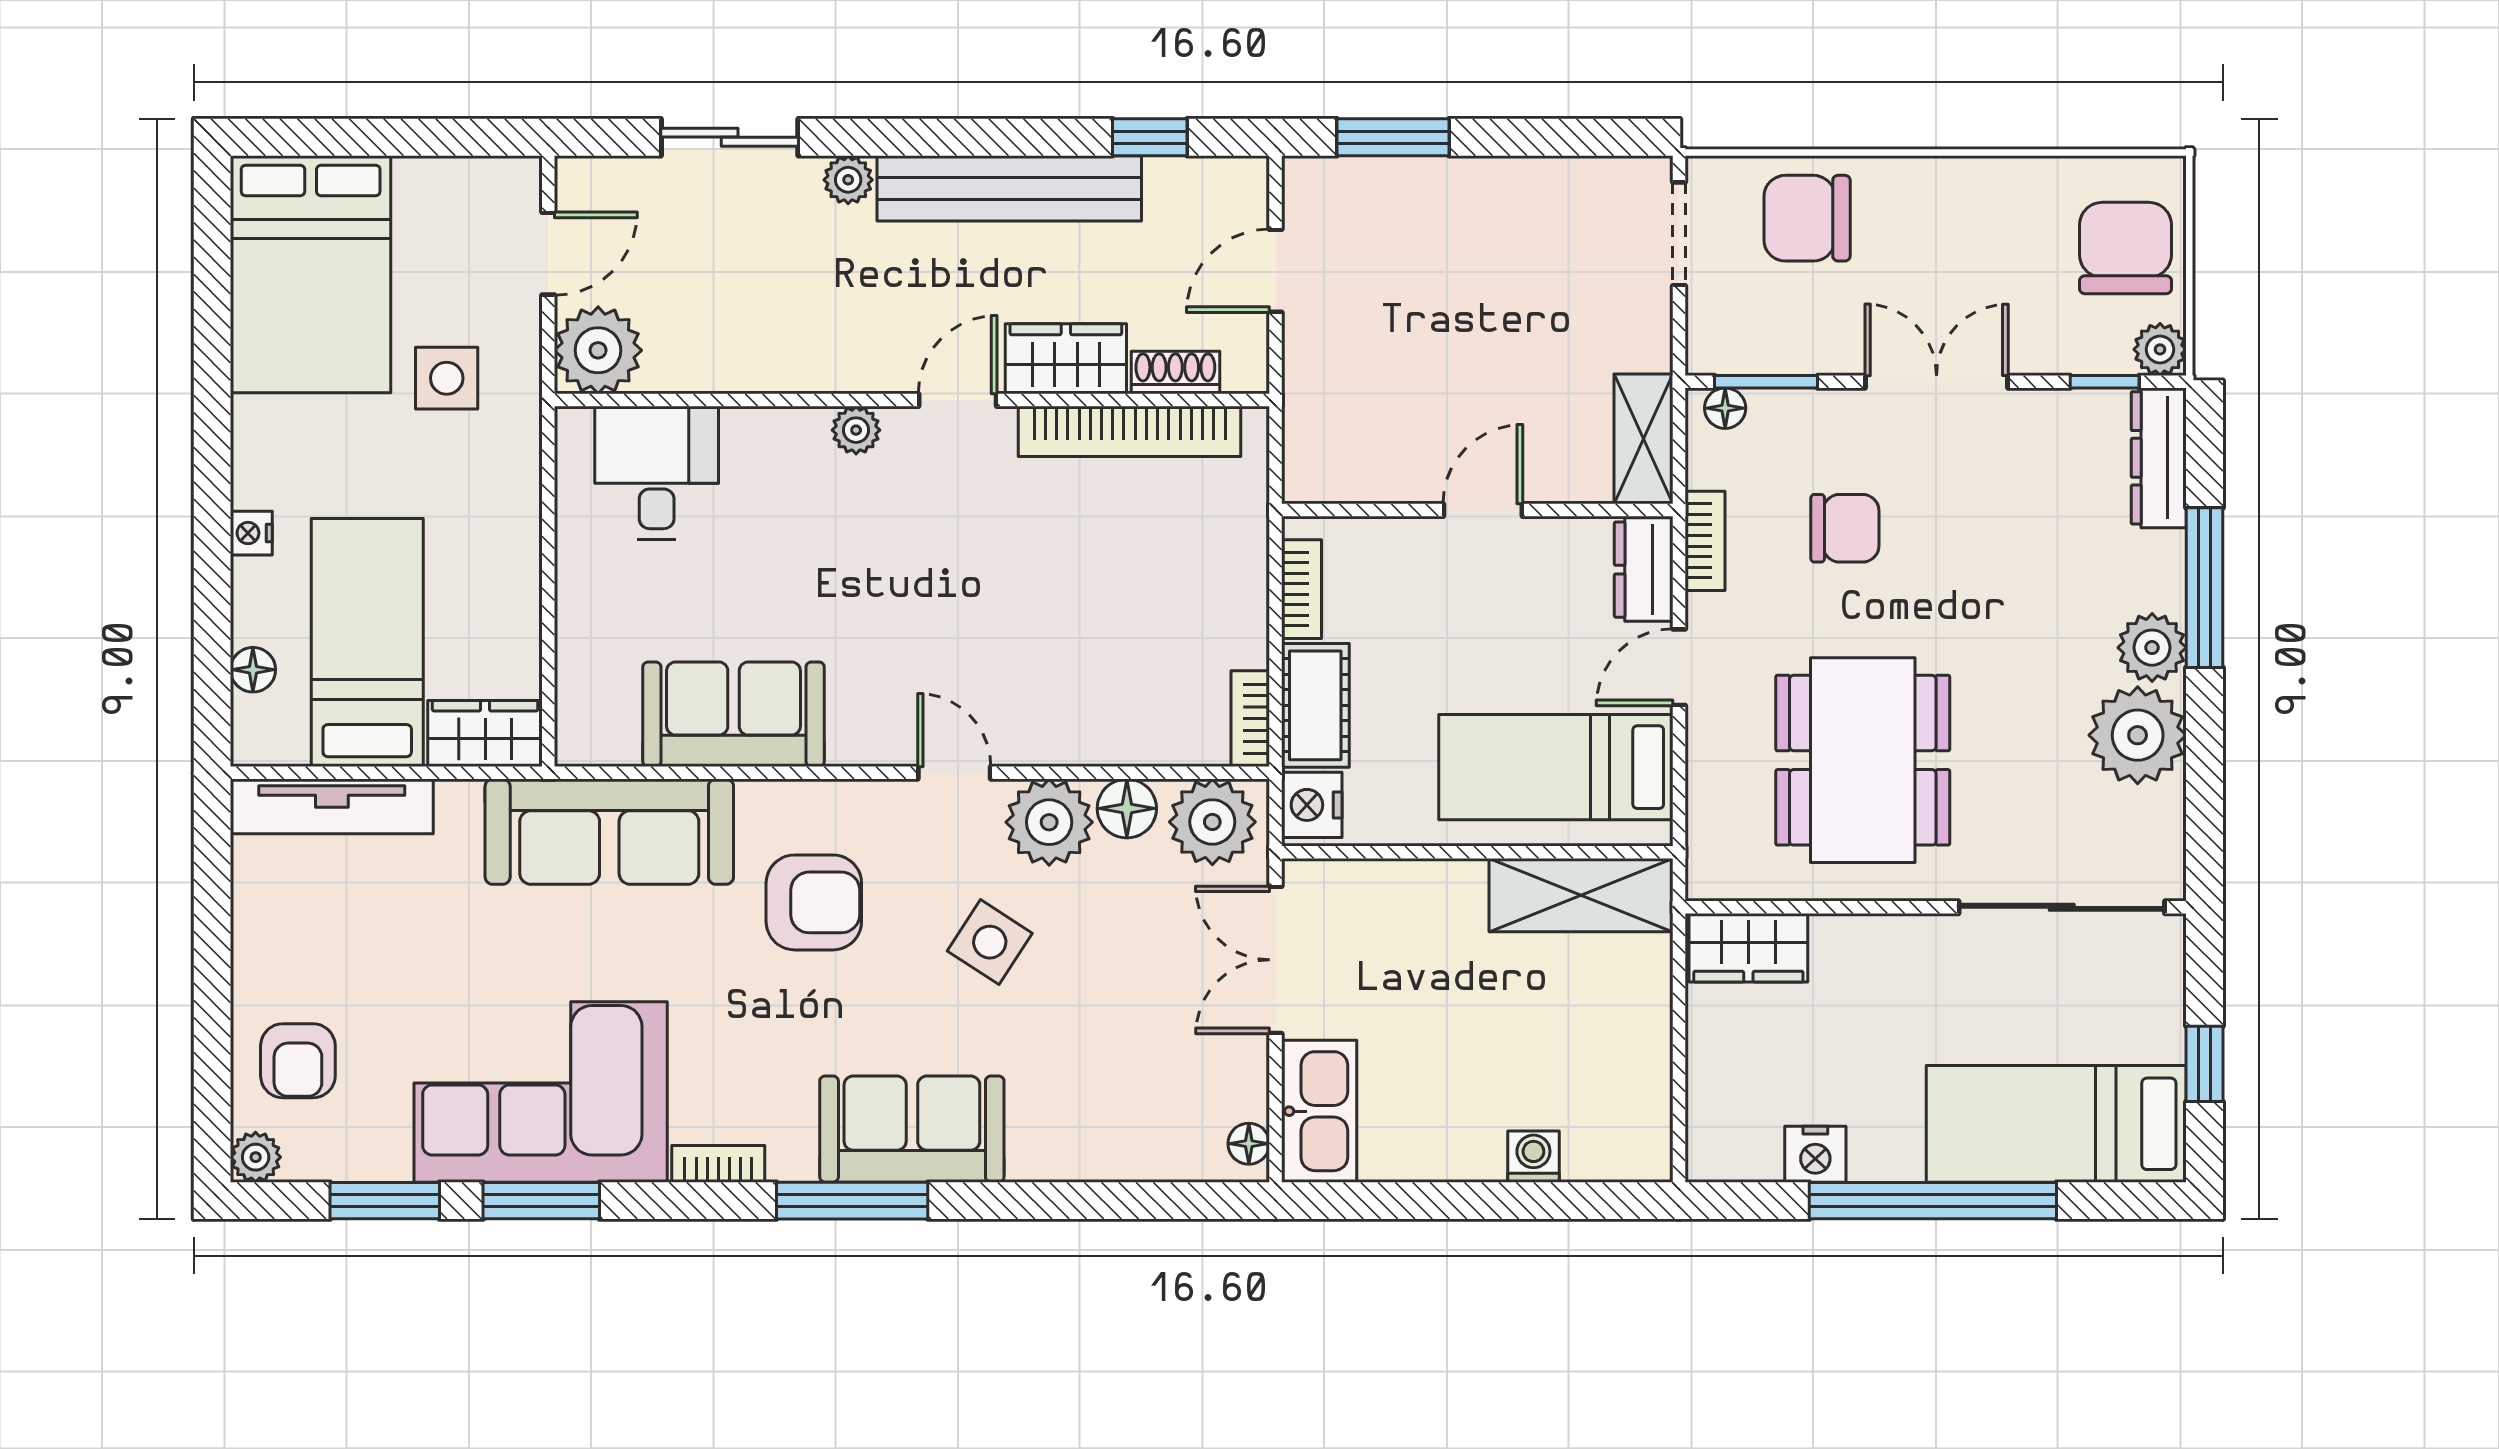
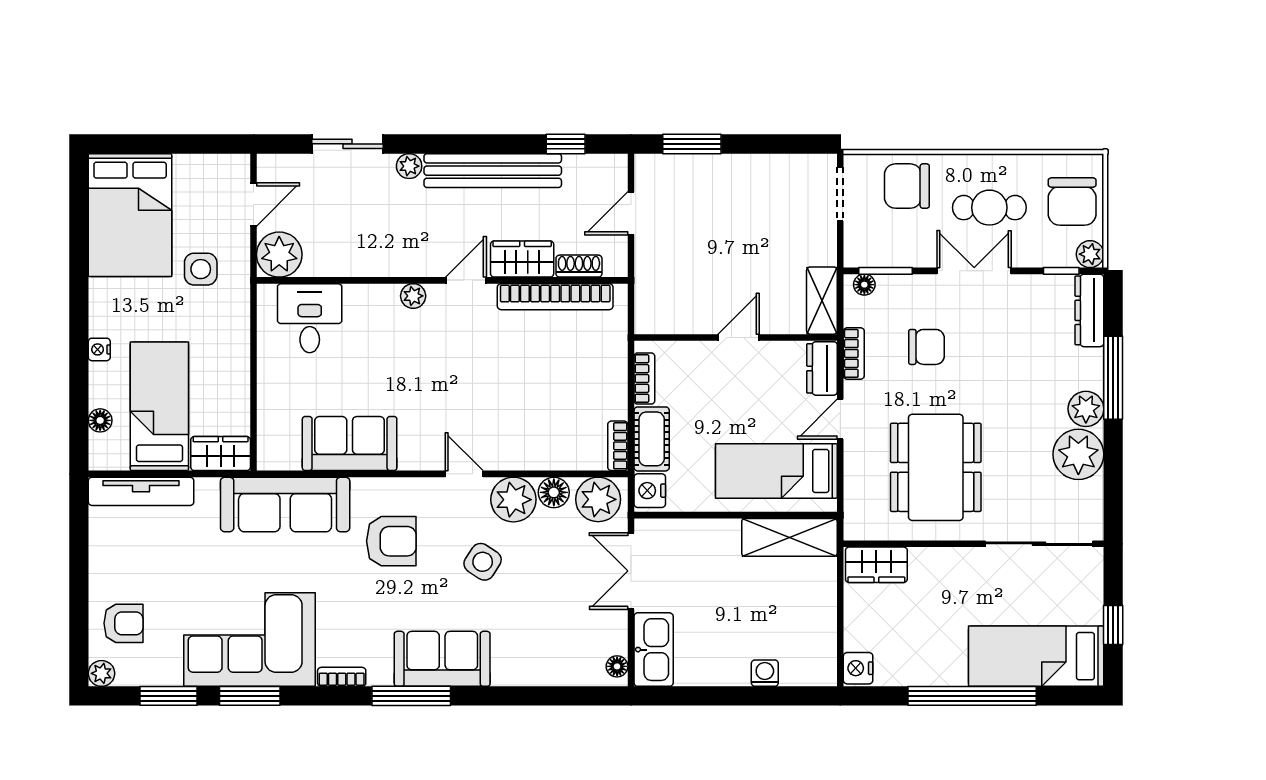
chair: (2126, 248) -> (1072, 202), turned 180
cafe table: (1966, 260) -> (989, 208), added
armchair: (298, 1061) -> (123, 623), turned -90
nightstand: (1815, 1154) -> (858, 668), moved, turned 90

